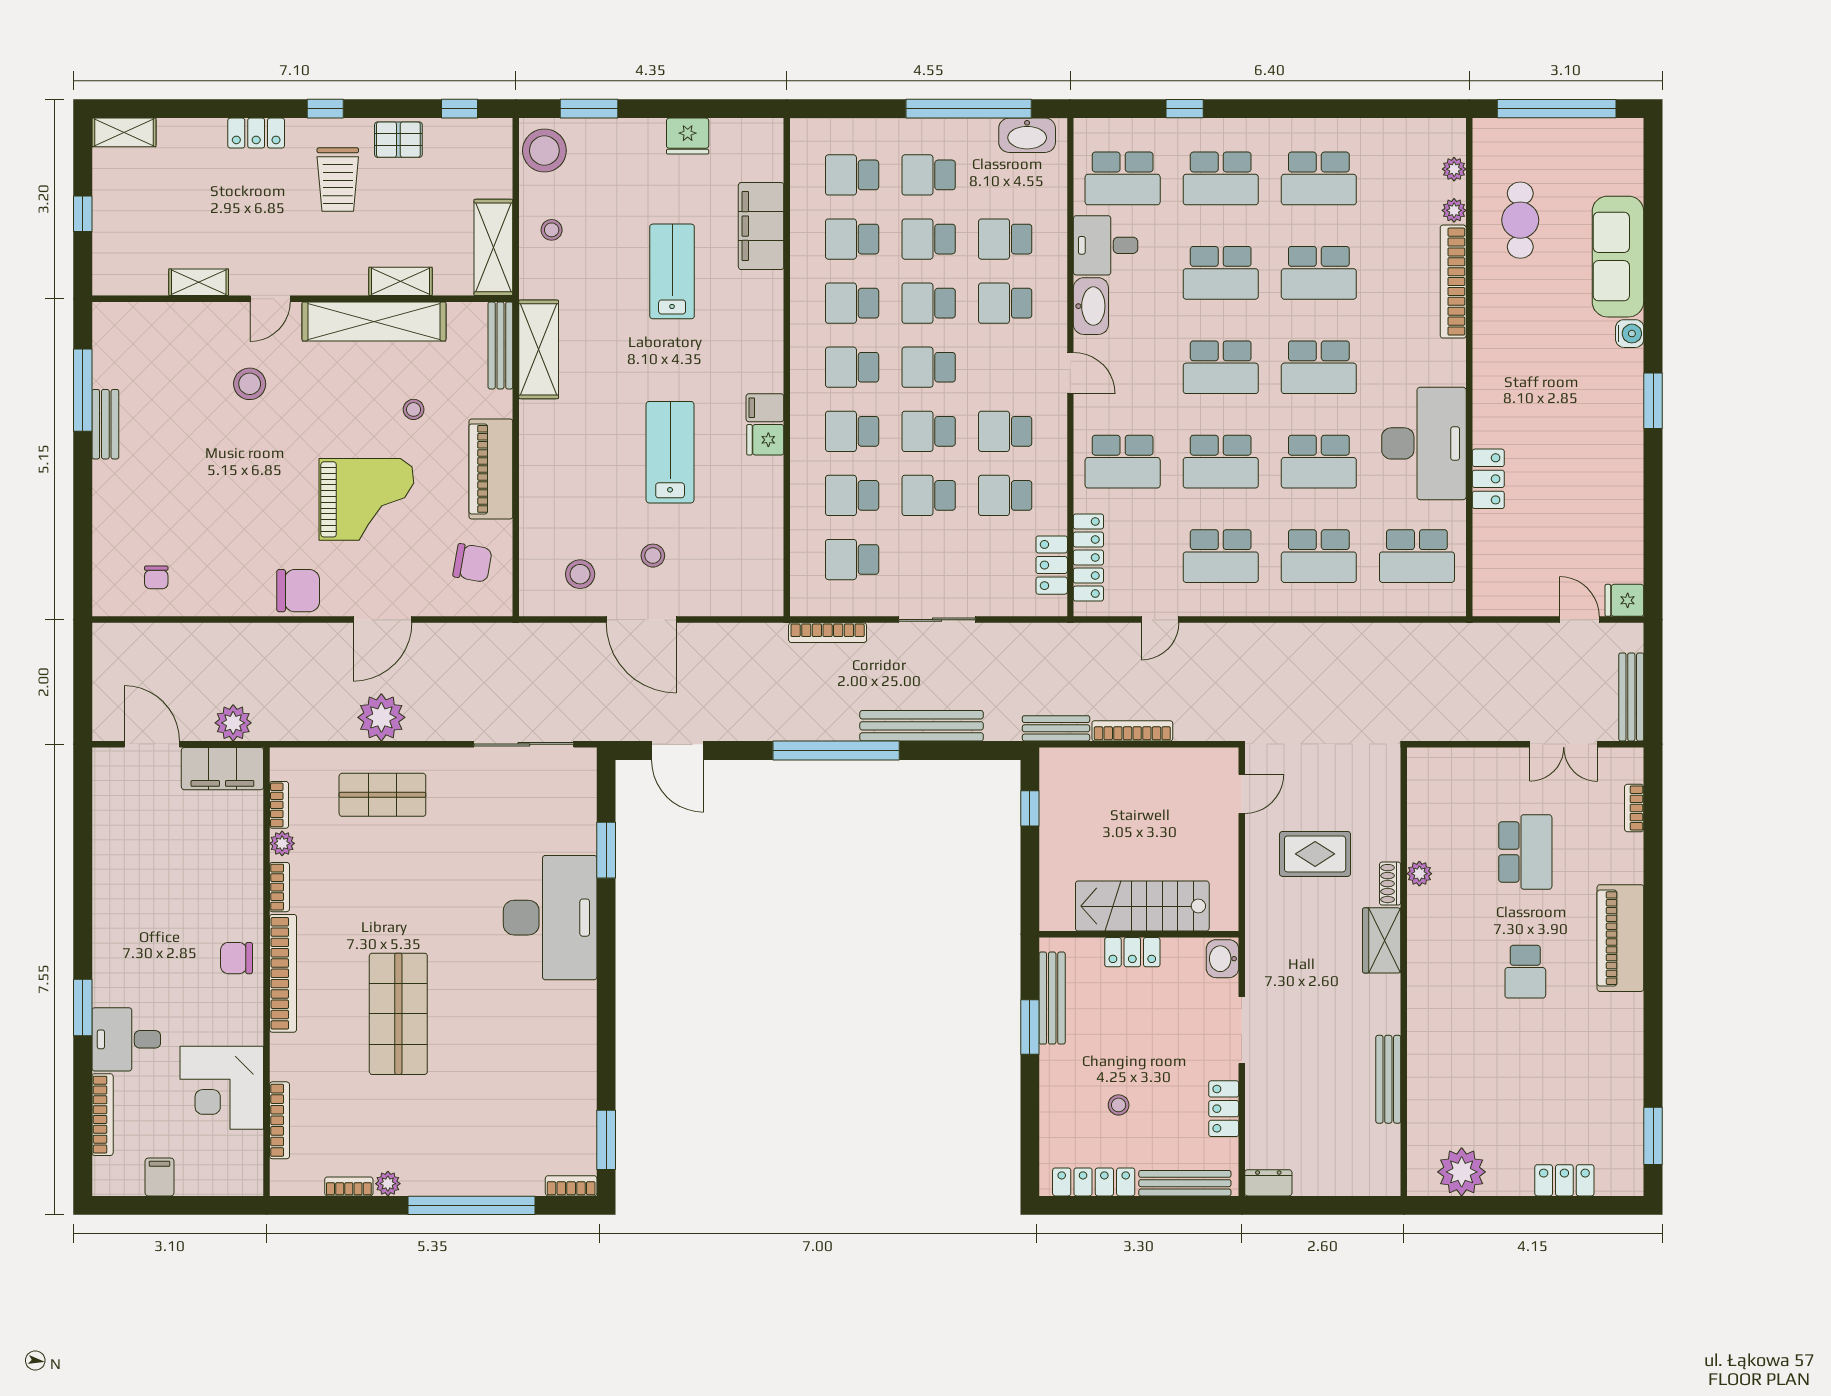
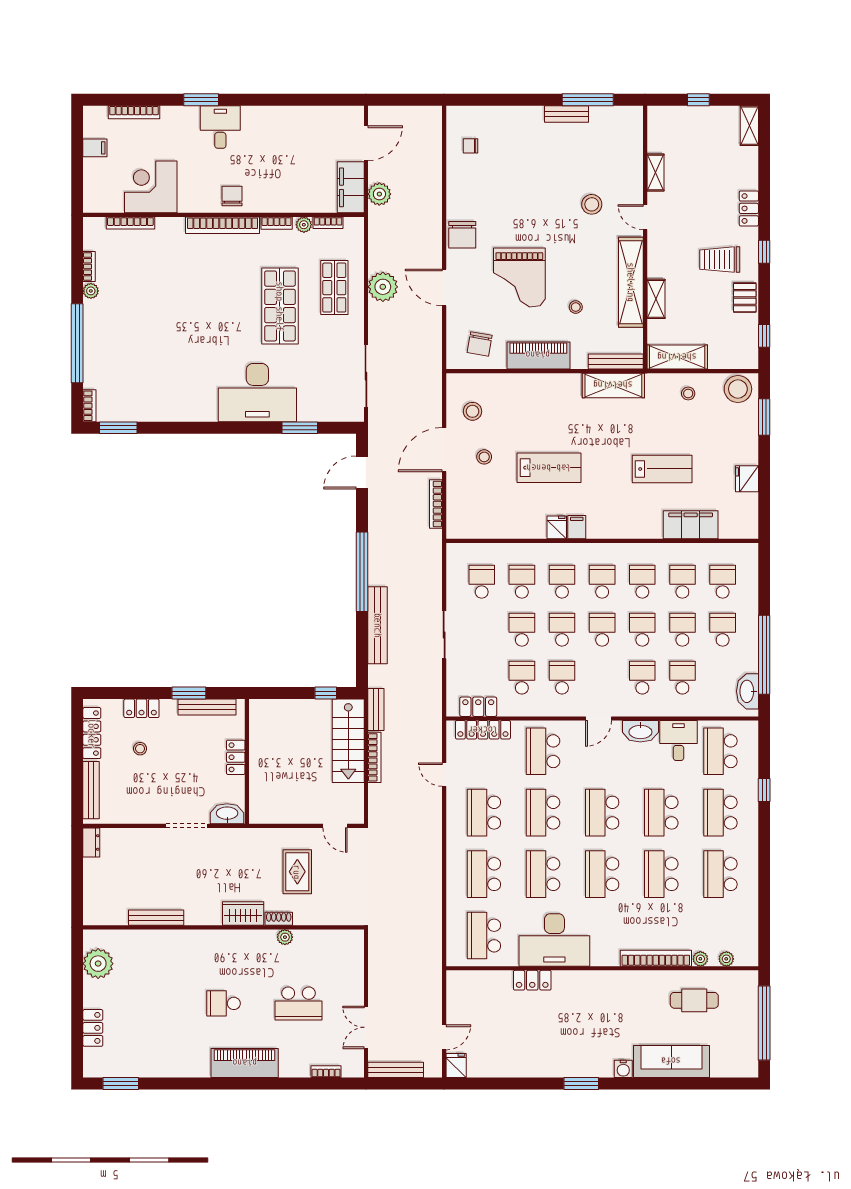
bookcase: (828, 633) -> (436, 504), moved
stairs: (1142, 906) -> (348, 741), moved, turned 180
washbasin: (1222, 959) -> (227, 814), width x1.38
shop shelf: (398, 1014) -> (280, 306), moved, turned 90
desk: (126, 1039) -> (220, 127), moved
locker: (1224, 1109) -> (141, 708), moved, turned 180

